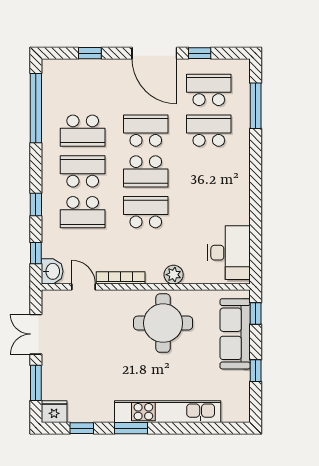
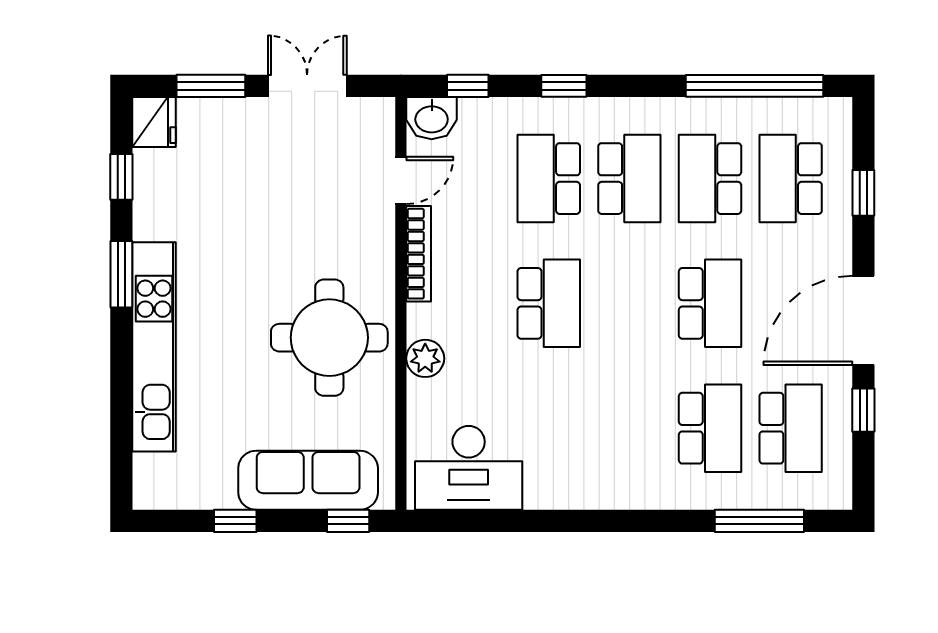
school desk: (146, 171) -> (791, 179), moved

